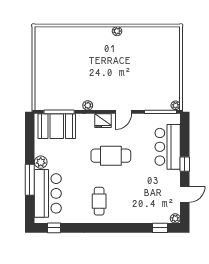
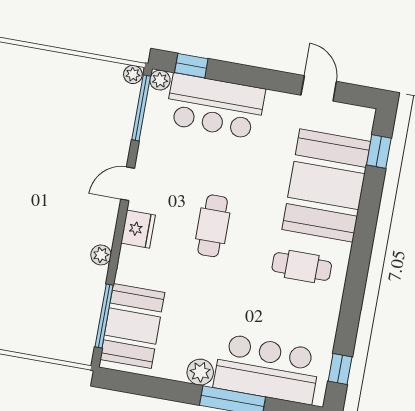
door: (124, 112) -> (128, 184), swing flipped
cafe table: (111, 156) -> (213, 226), width x0.73, depth x0.74
window: (185, 164) -> (191, 66), moved
booth: (139, 206) -> (326, 186), added
plant: (175, 218) -> (160, 80), moved

